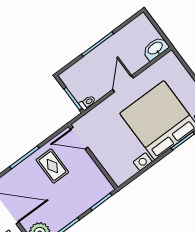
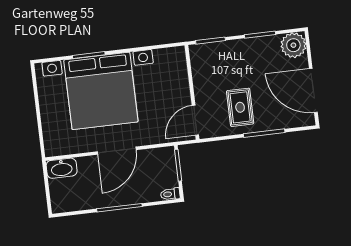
door: (123, 84) -> (117, 151), width x1.36
toilet: (87, 103) -> (170, 194), moved
door: (79, 138) -> (195, 120), swing flipped

